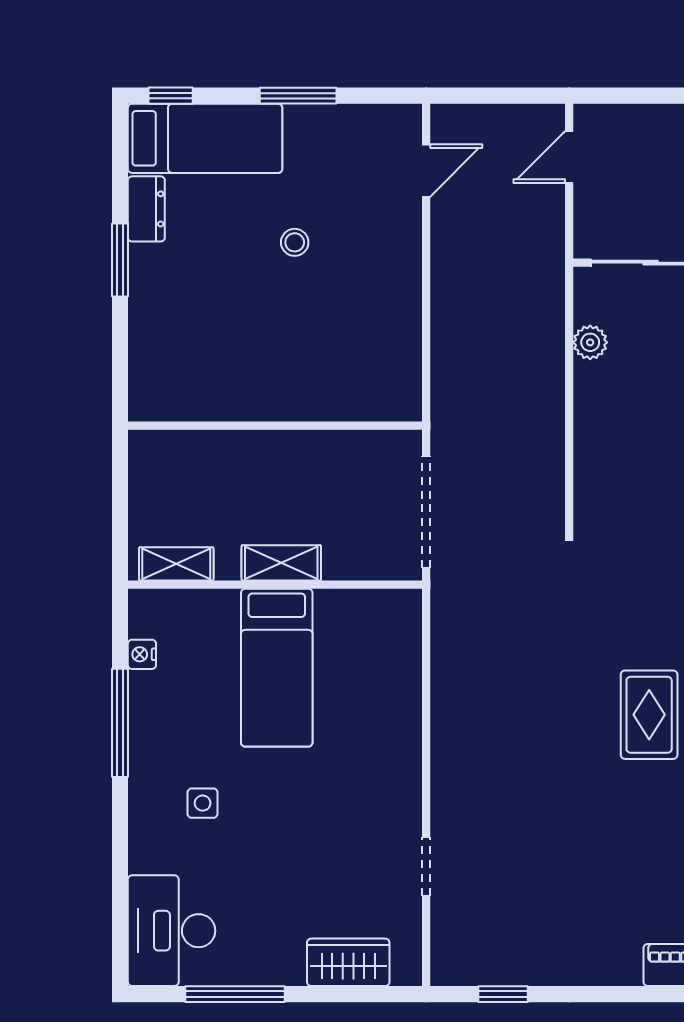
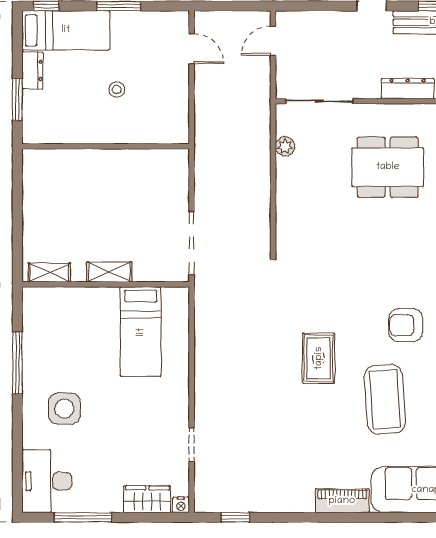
door: (426, 171) -> (192, 49), hinge flipped
wall: (275, 426) -> (106, 146), moved
nightstand: (142, 654) -> (181, 505), moved, turned -90
bed: (277, 668) -> (141, 332), moved
side table: (203, 803) -> (64, 409), width x1.87, depth x1.87

